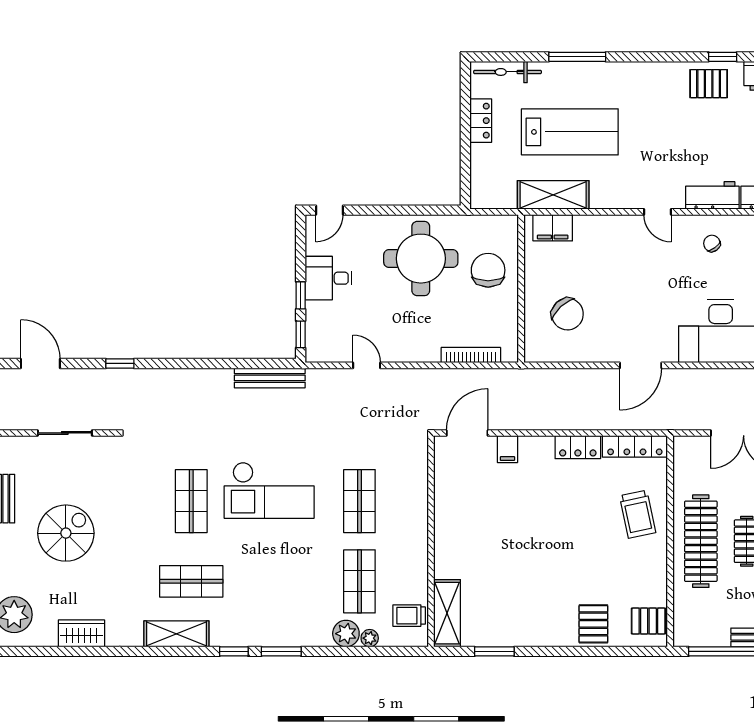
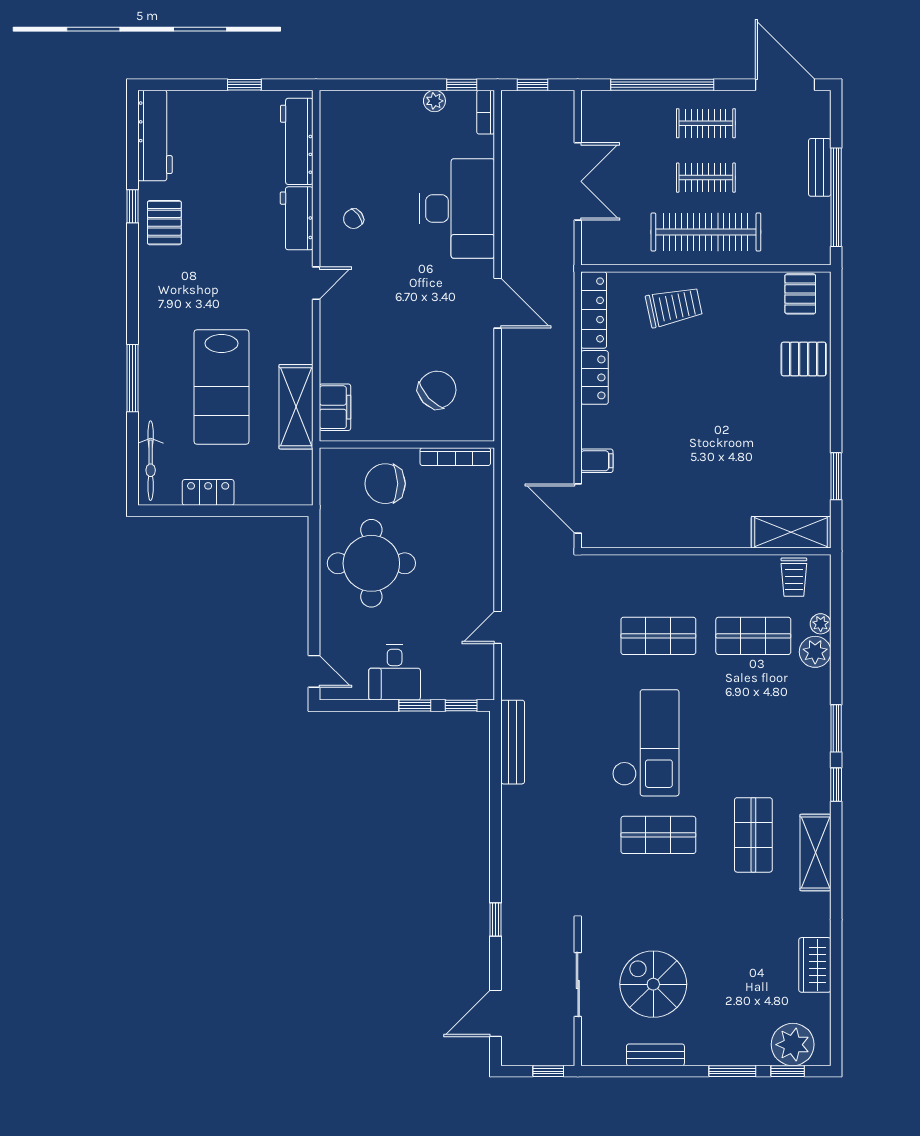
lab bench: (570, 132) -> (222, 387), turned 180
bookcase: (471, 355) -> (455, 457), moved, turned -90
spiral stairs: (66, 533) -> (653, 984), moved

